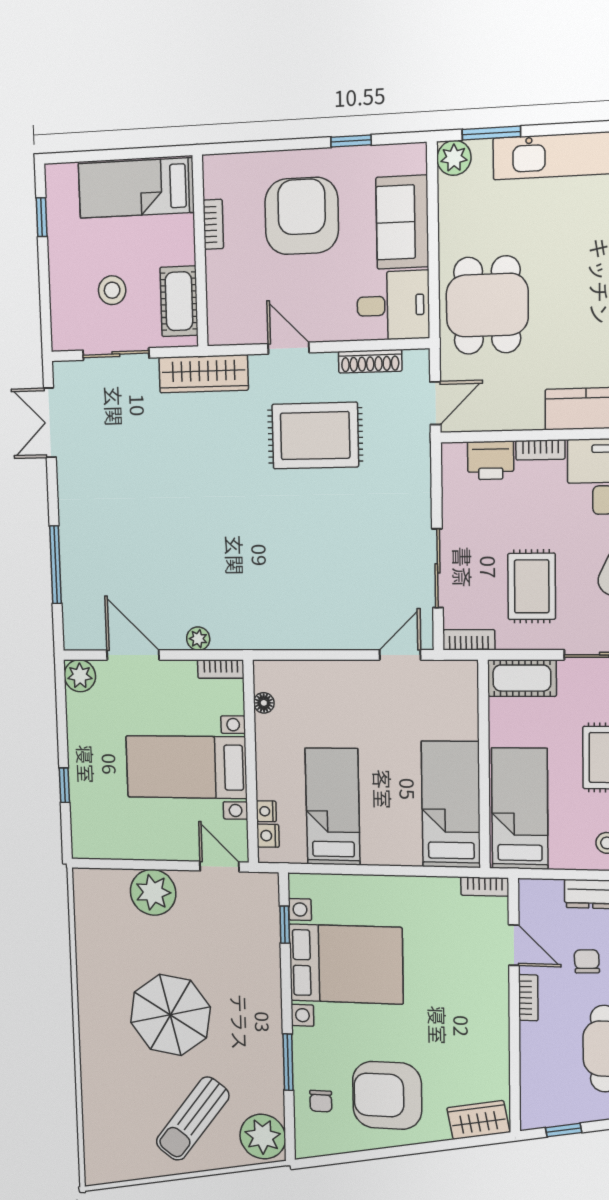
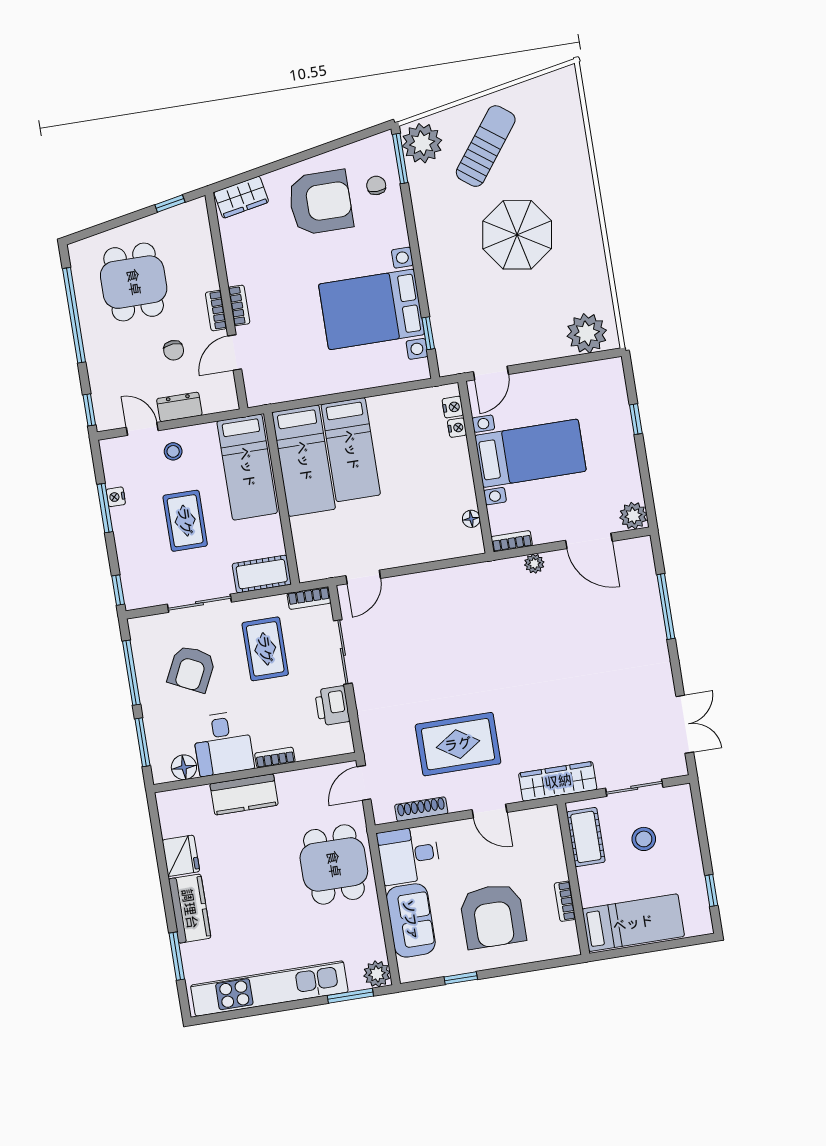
printer: (491, 460) -> (332, 706), moved, turned -90
bed: (333, 807) -> (351, 450), moved
door: (220, 866) -> (491, 373), hinge flipped
bookcase: (485, 887) -> (239, 305), moved, turned 90
plant: (153, 892) -> (587, 333), moved
door: (514, 945) -> (235, 353), hinge flipped
window: (288, 1062) -> (400, 159), moved

